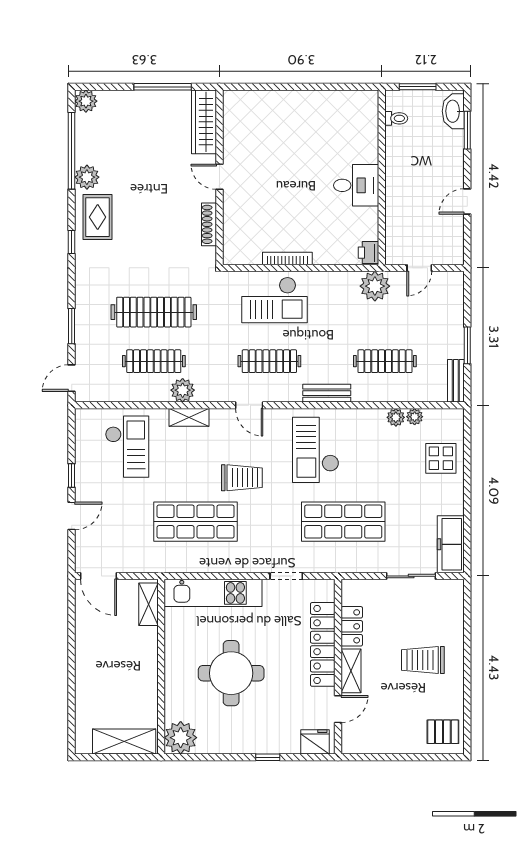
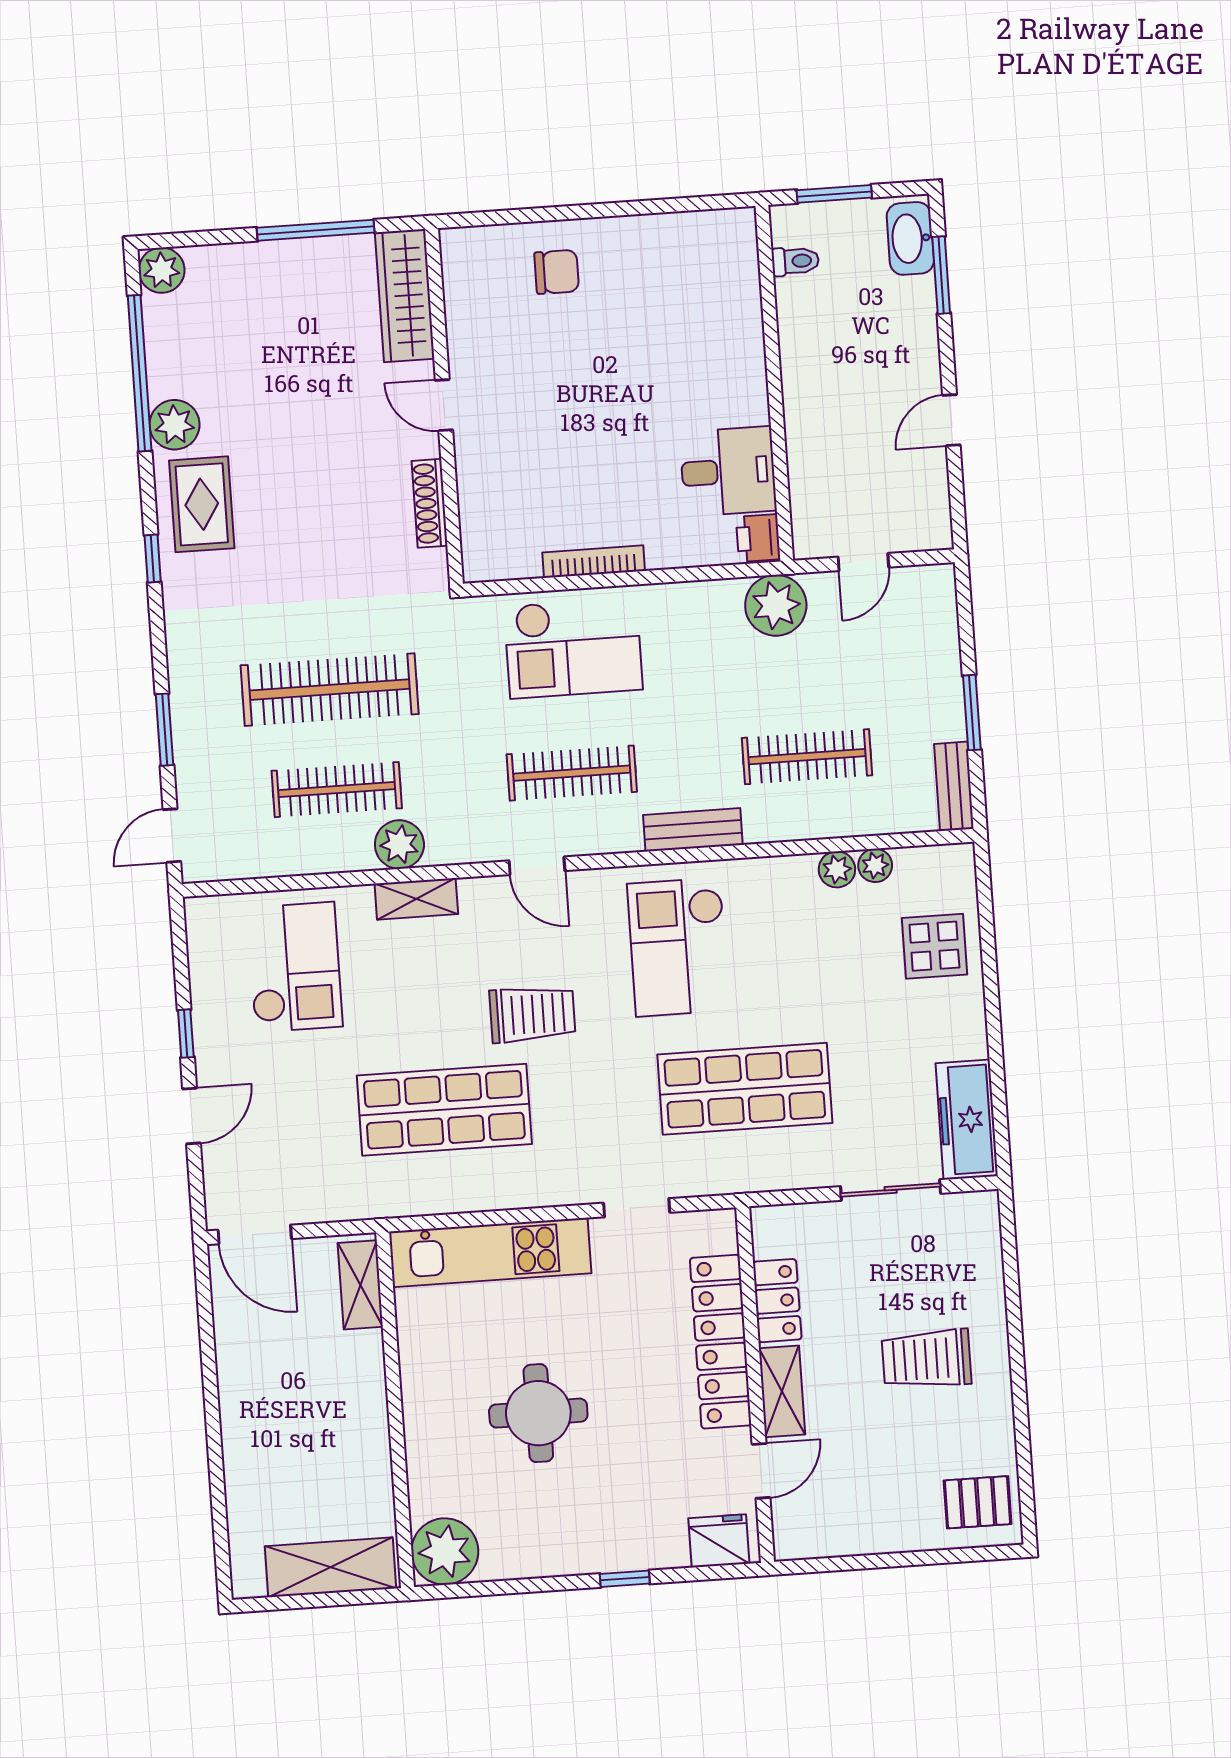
chair: (279, 115) -> (557, 272), added
desk: (356, 185) -> (728, 471), moved
round table: (231, 673) -> (538, 1413), width x0.73, depth x0.73

